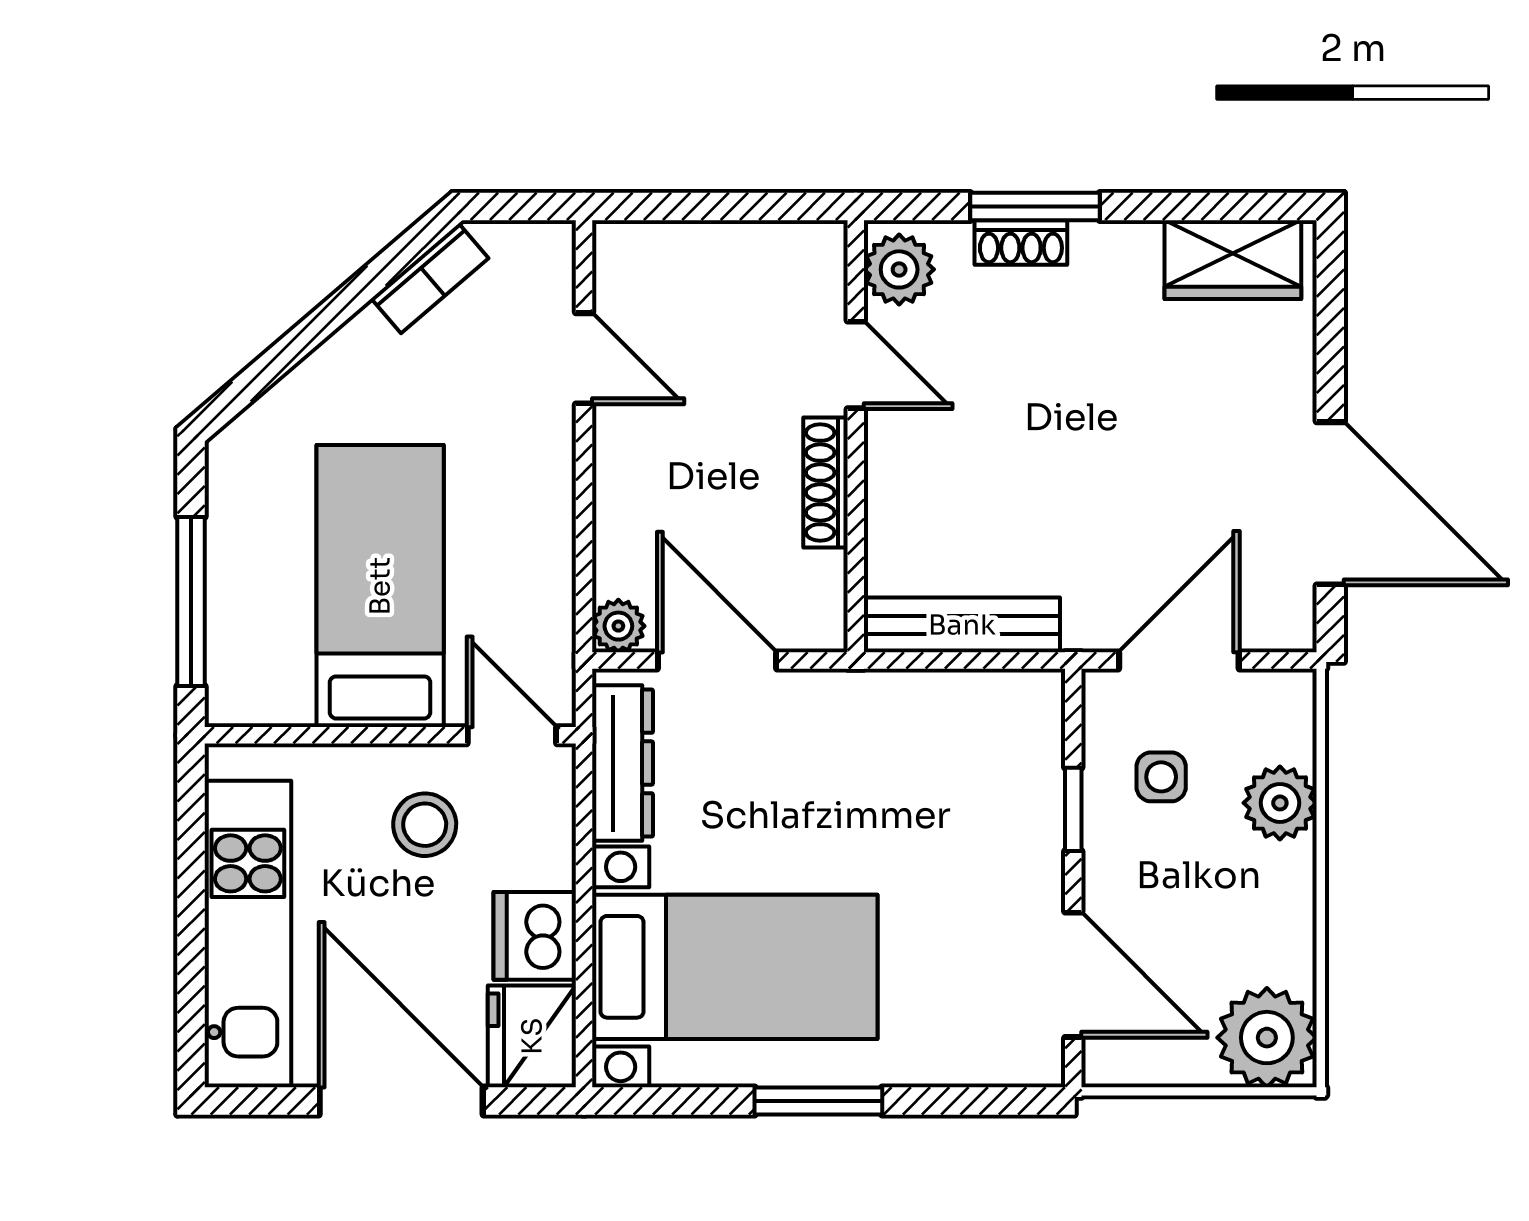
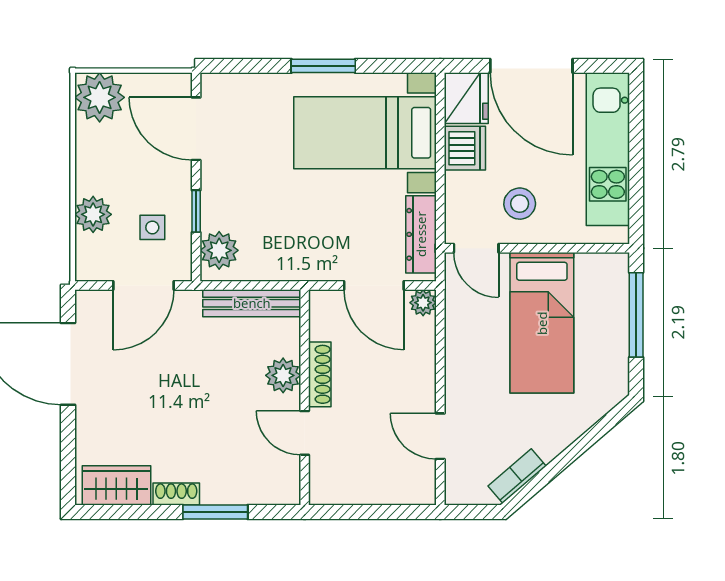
shoe rack: (1021, 243) -> (176, 494), moved
plant: (899, 269) -> (283, 375), moved
plant: (1027, 731) -> (219, 250), added

